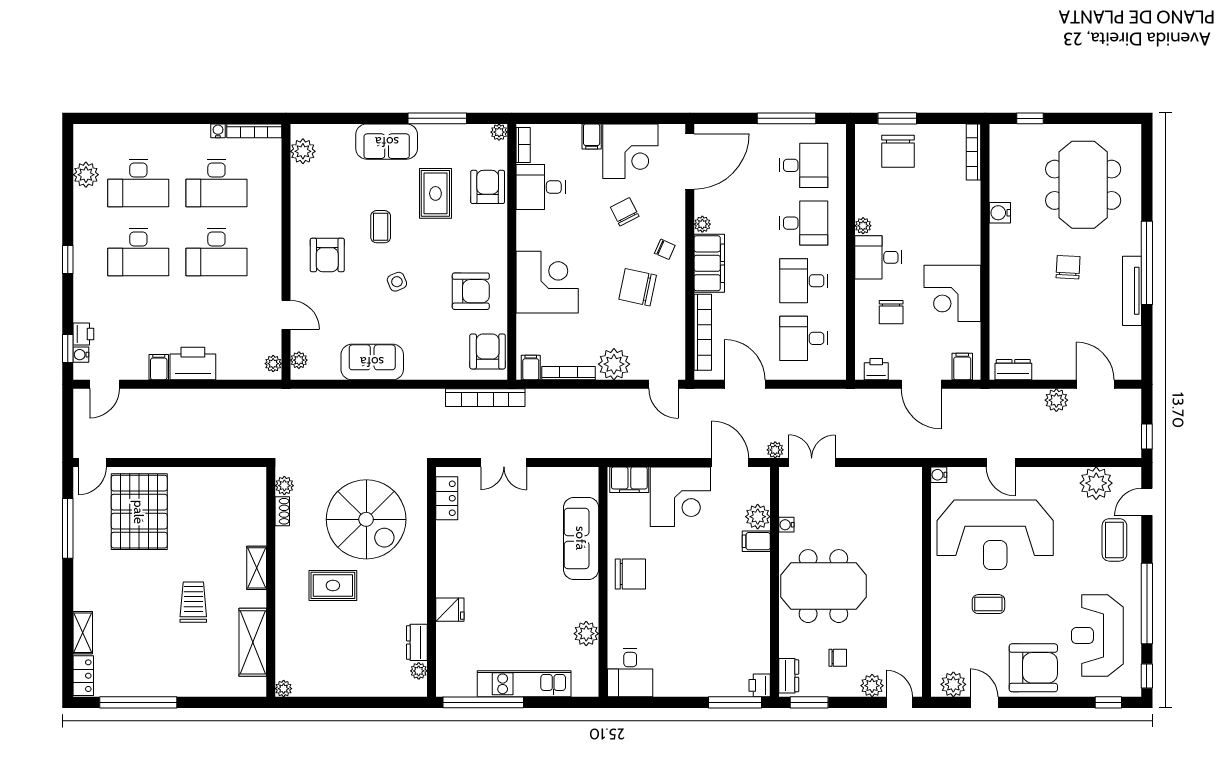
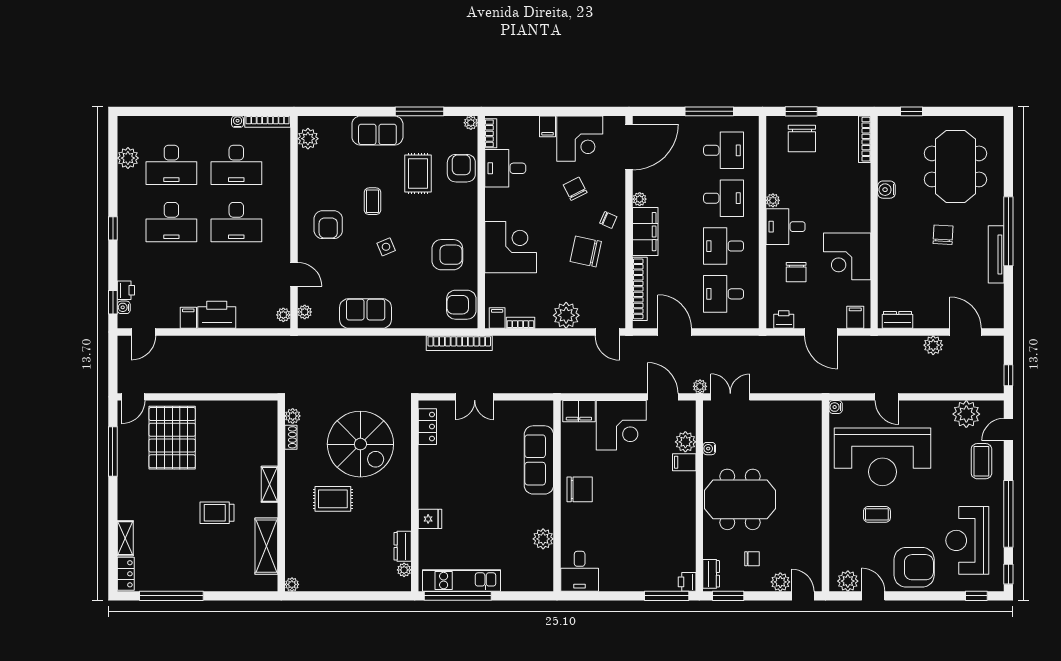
armchair: (488, 351) -> (461, 305), turned -90
bookcase: (568, 373) -> (520, 323), width x0.64
trolley: (193, 602) -> (217, 513), turned -90
kitchen unit: (524, 684) -> (461, 581), moved

